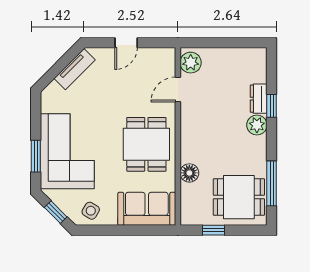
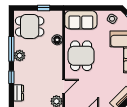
dresser: (259, 99) -> (19, 93), moved
plant: (257, 125) -> (20, 56), moved
window: (272, 183) -> (11, 49), moved

